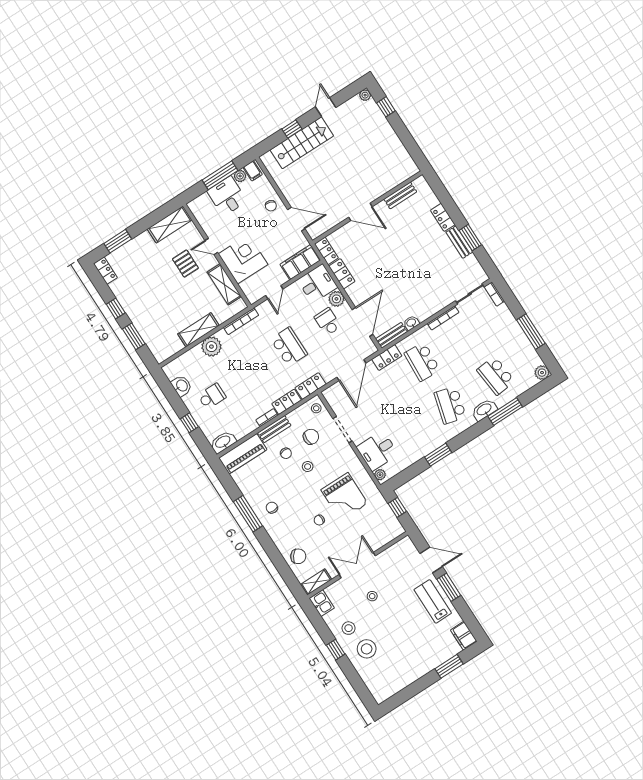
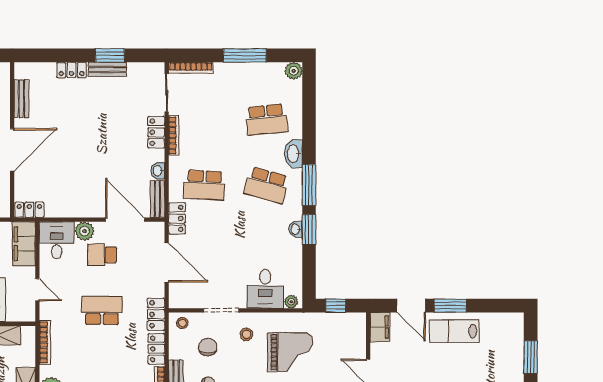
door: (360, 212) -> (12, 150), width x1.36
locker: (342, 274) -> (156, 132), moved, turned -90
bookcase: (494, 294) -> (191, 68), width x1.56
window: (505, 411) -> (309, 185), moved
washbasin: (433, 445) -> (296, 229), added
stool: (308, 467) -> (246, 334), moved
door: (431, 560) -> (411, 306), swing flipped
filing cabinet: (464, 636) -> (380, 327), moved, turned -90

